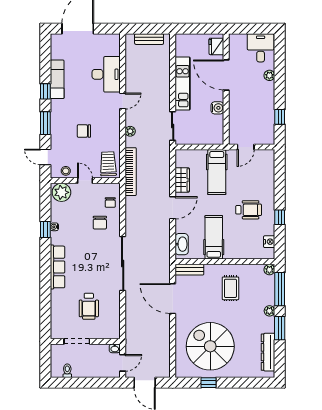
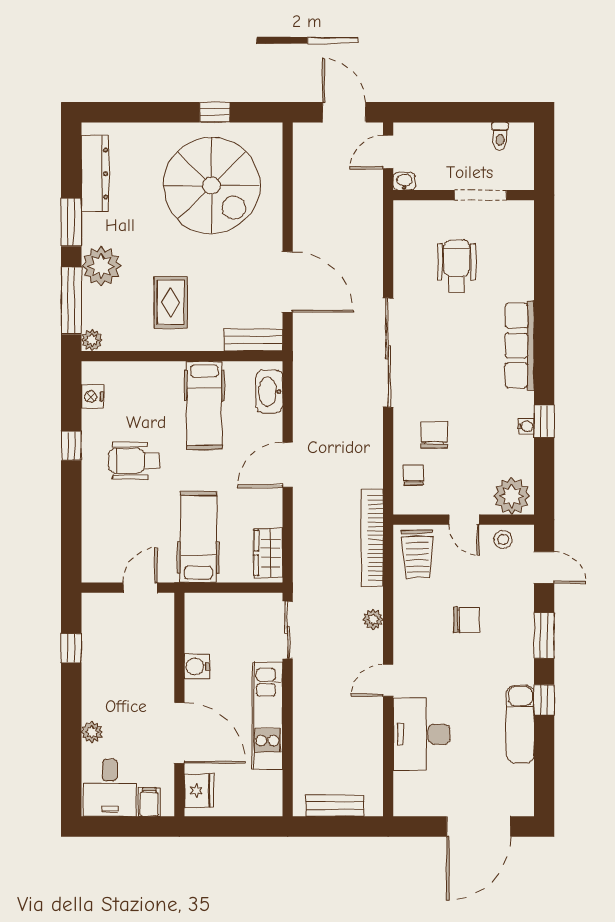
filing cabinet: (241, 41) -> (149, 802), added
wardrobe: (182, 180) -> (268, 553), moved
plant: (269, 311) -> (101, 266), width x1.87, depth x1.87

